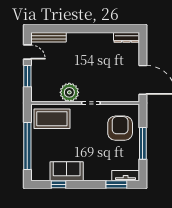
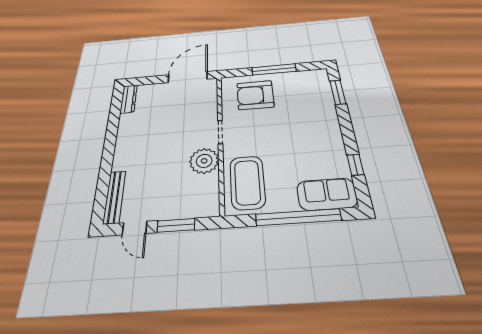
door: (27, 52) -> (135, 228), swing flipped
sofa: (67, 171) -> (327, 194), moved, turned 90
tv unit: (126, 176) -> (323, 83), removed

